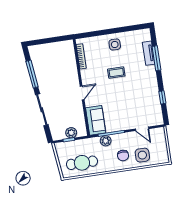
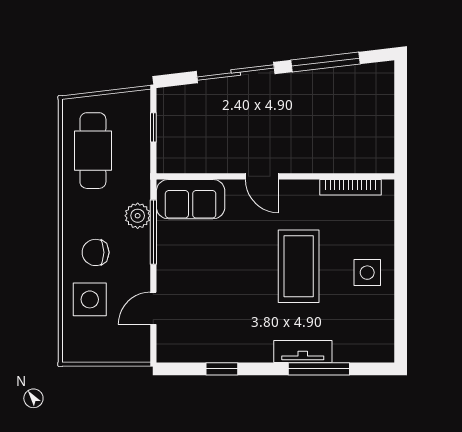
tv unit: (149, 53) -> (303, 352), moved
coffee table: (116, 73) -> (299, 266), width x1.86, depth x1.72
plant: (71, 133) -> (169, 135), removed

